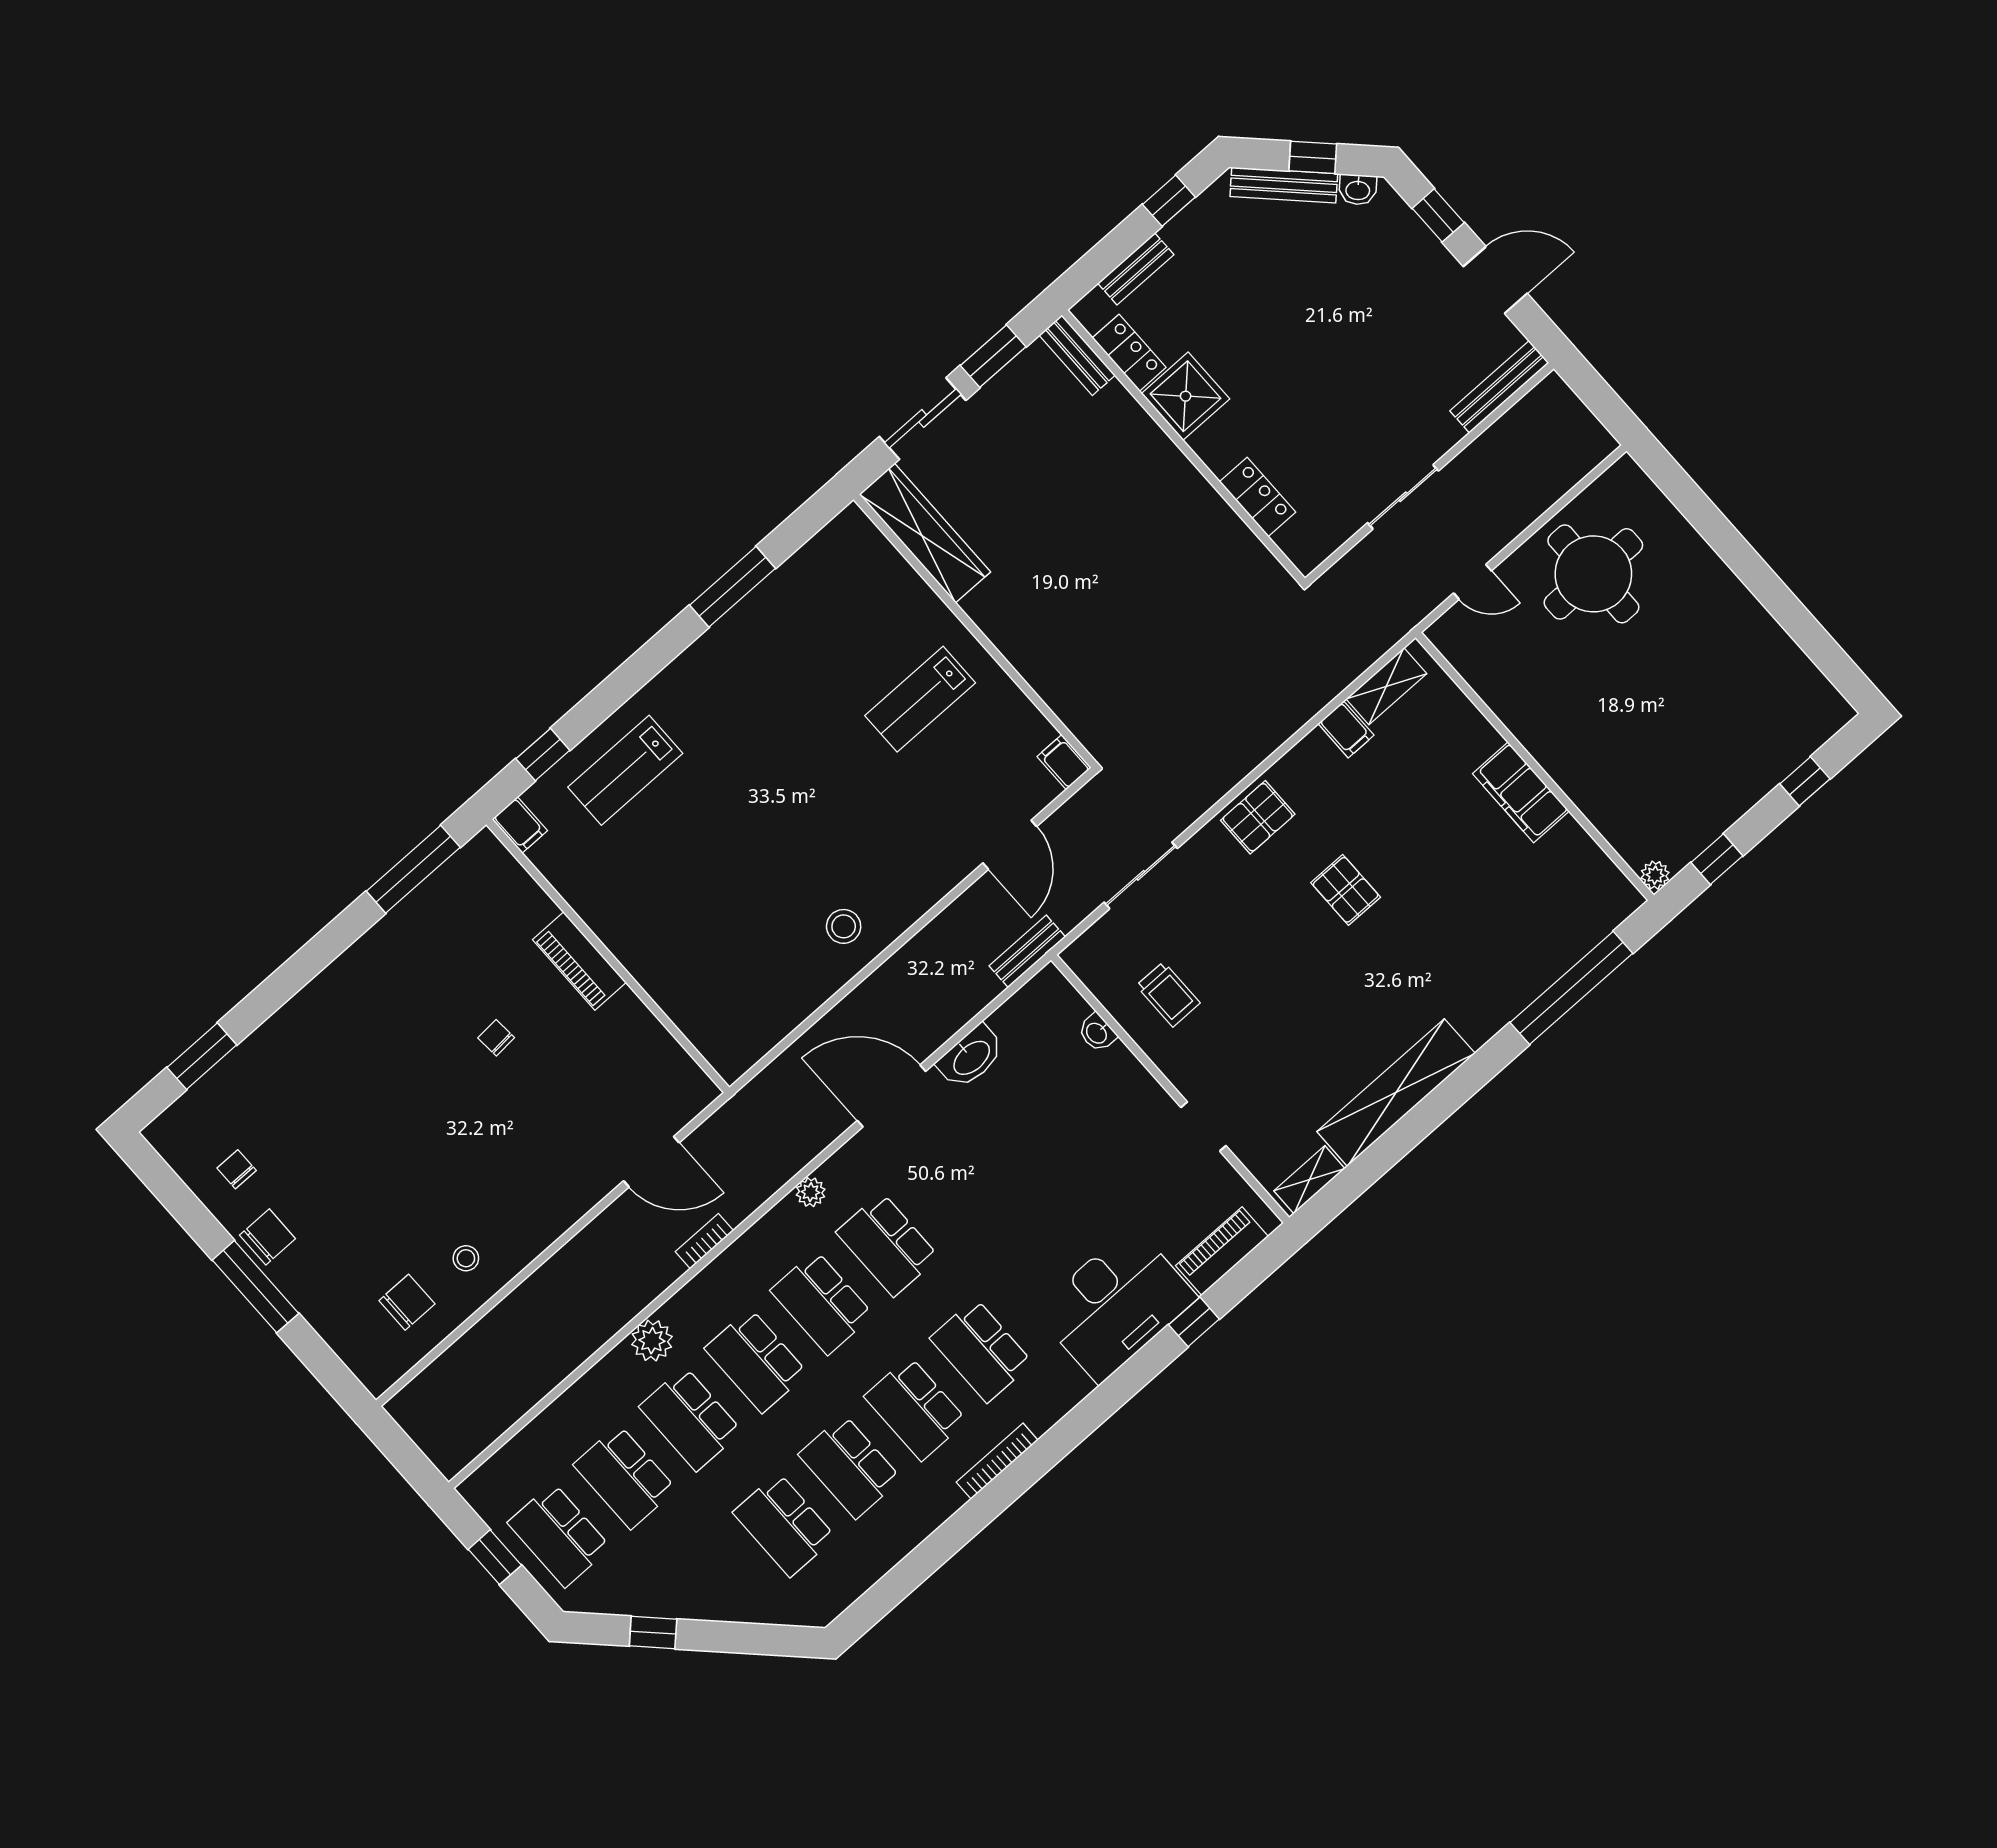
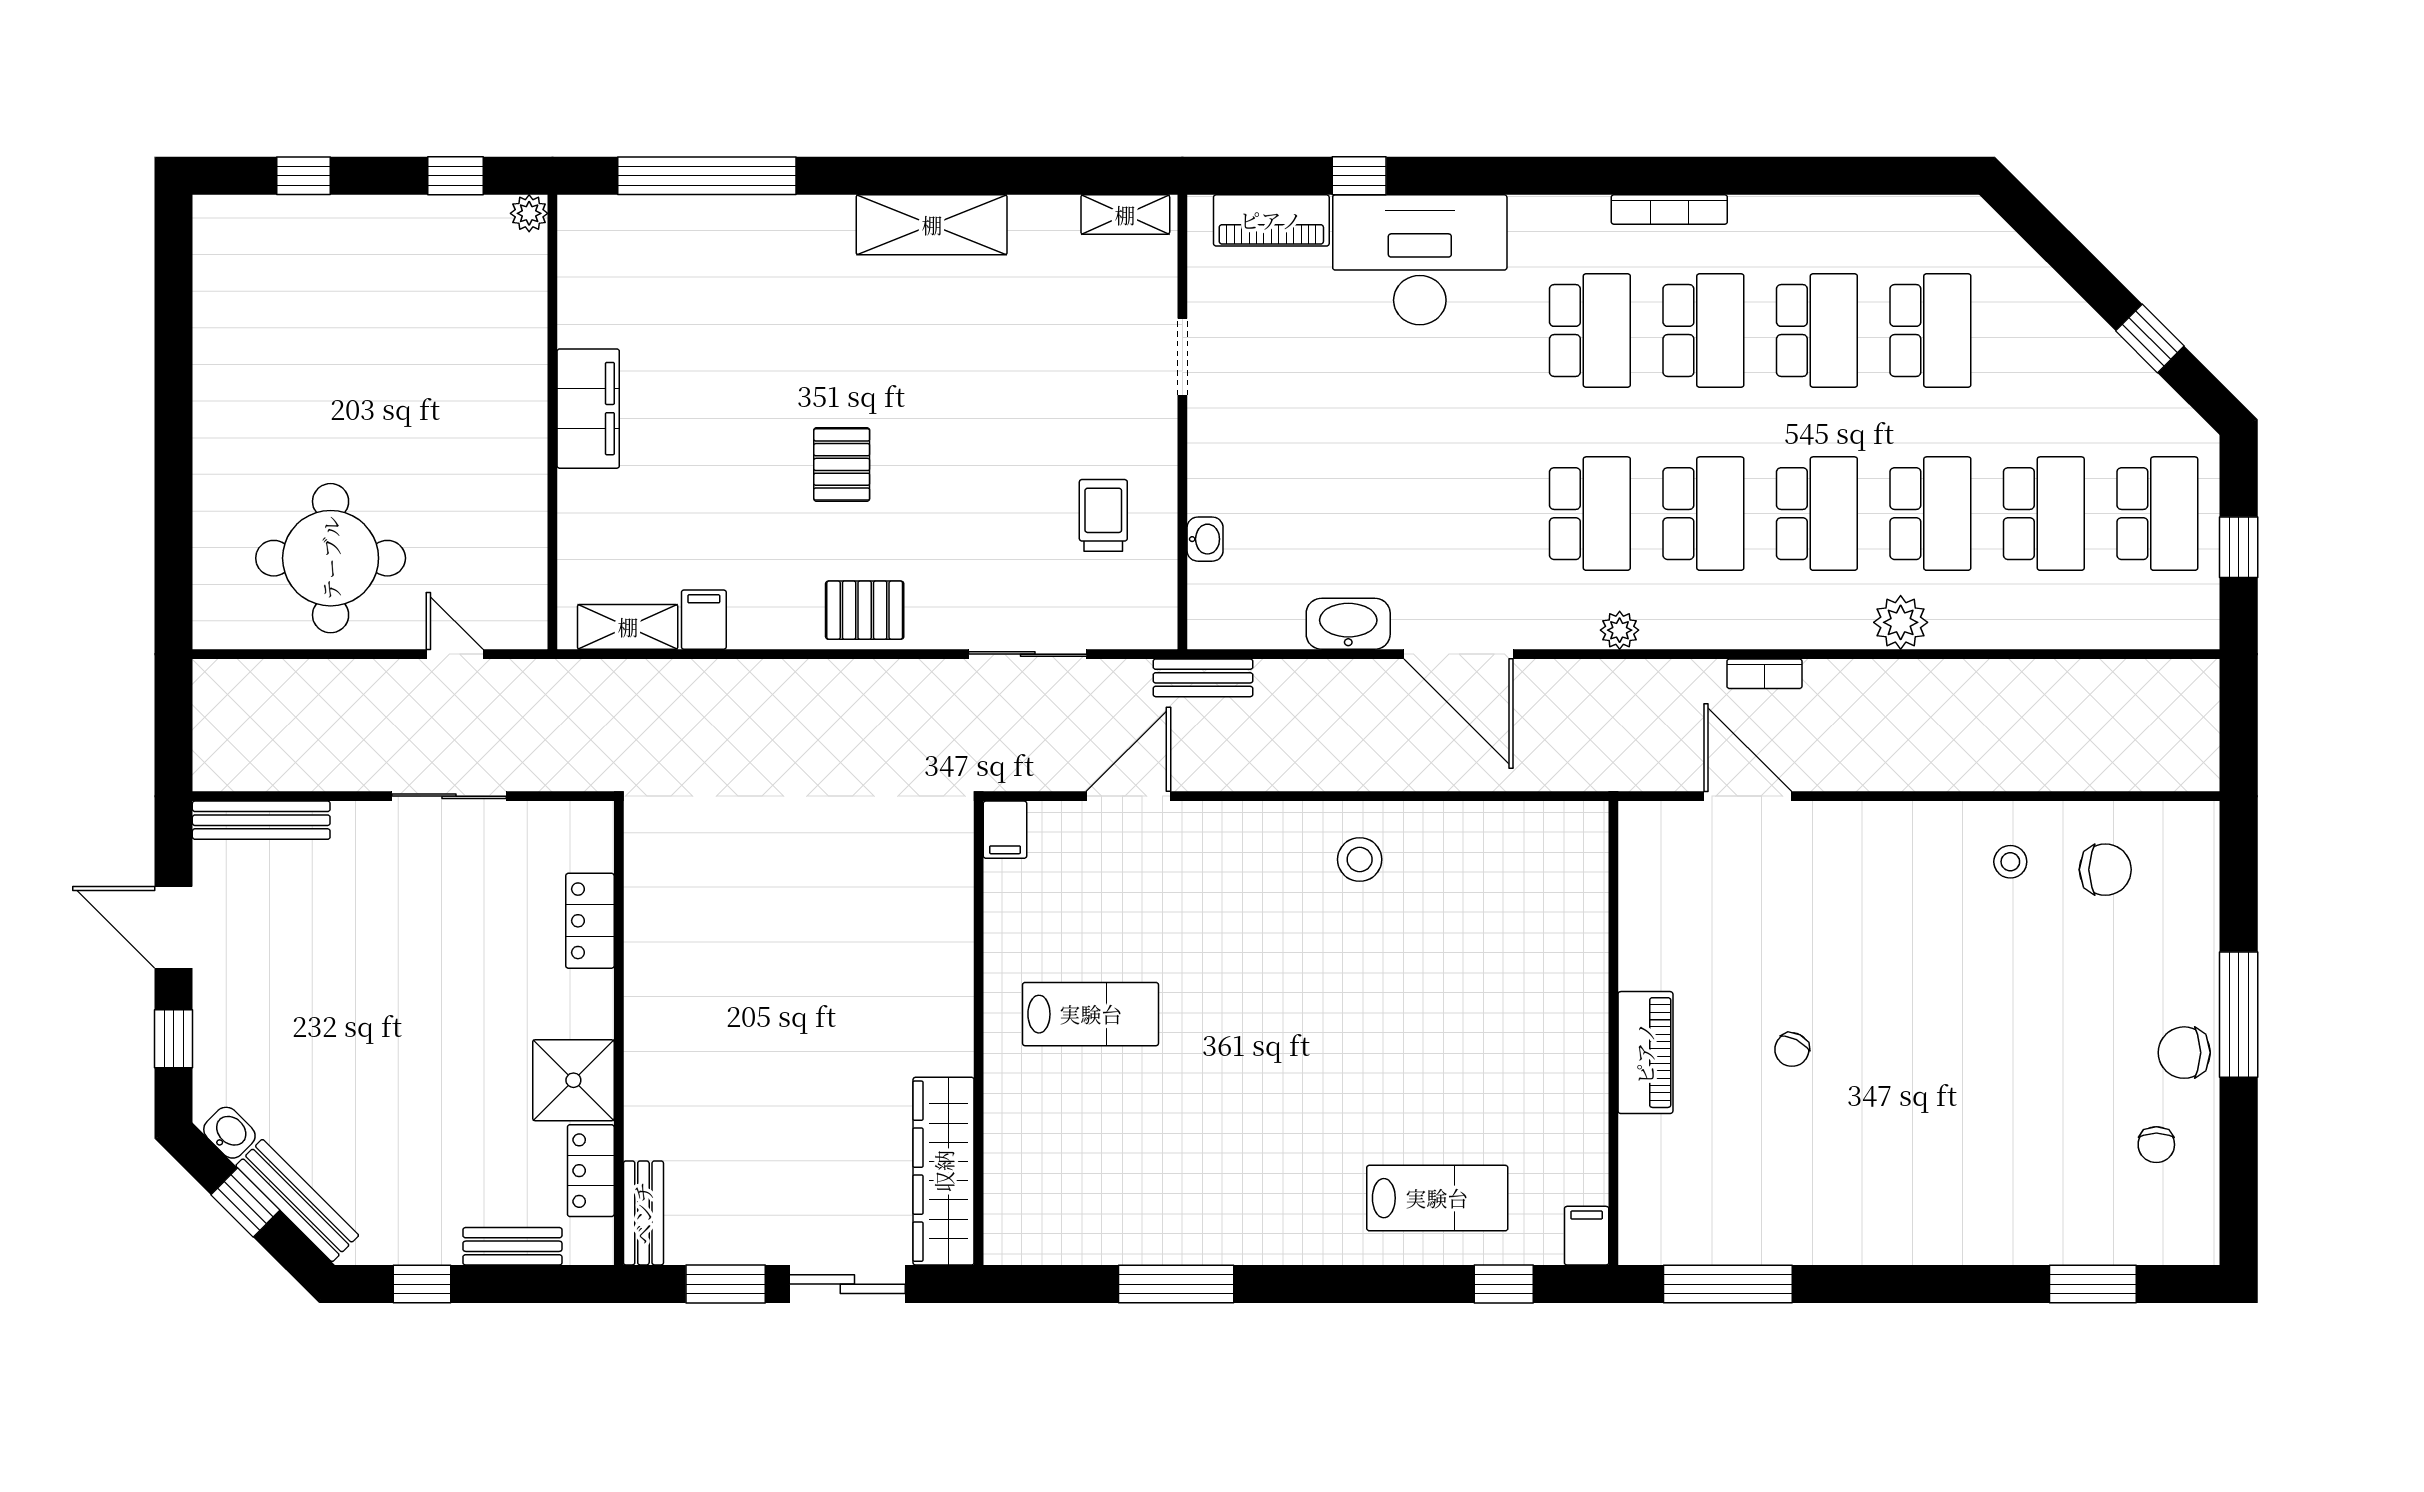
chair: (496, 1038) -> (1792, 1050), turned 31
shelving: (1396, 1093) -> (932, 225), width x0.68
chair: (407, 1302) -> (2105, 870), turned 180

